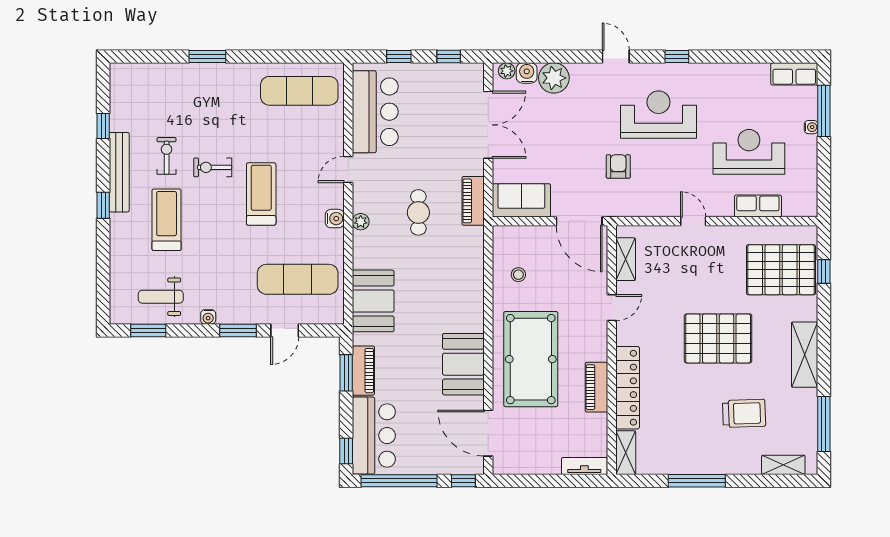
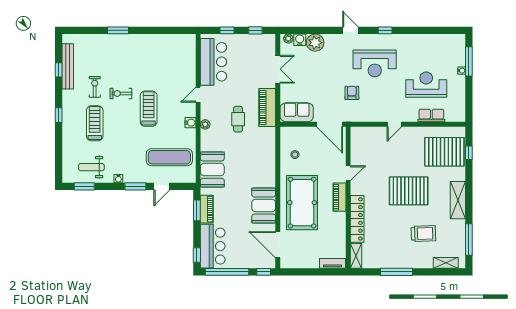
row of seats: (794, 74) -> (452, 40), removed
exercise mat: (299, 91) -> (170, 50), removed
reception desk: (658, 115) -> (375, 63), turned 180
double door: (488, 125) -> (278, 69), width x0.73
bench: (119, 172) -> (68, 66), moved
piano: (473, 201) -> (267, 107), width x1.37, depth x1.33
door: (693, 221) -> (394, 124), swing flipped
shelving: (626, 259) -> (356, 146), removed
piano: (596, 387) -> (339, 197), moved

